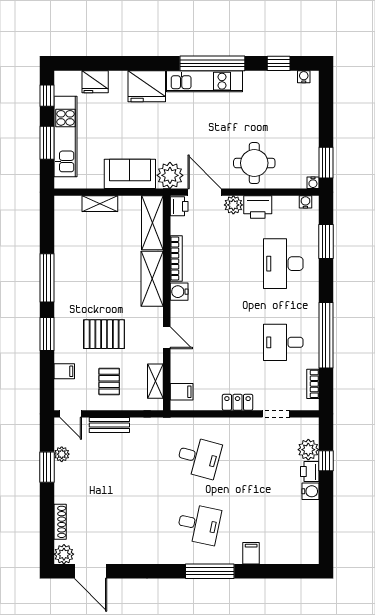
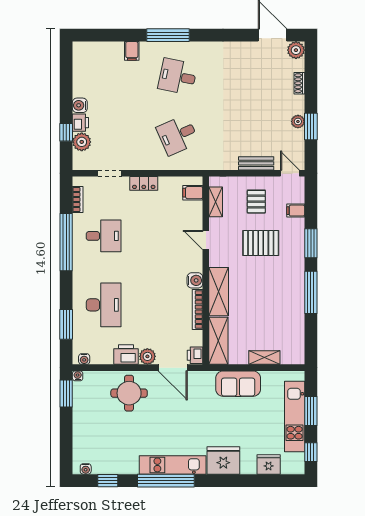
plant: (170, 175) -> (203, 382), removed
plant: (62, 454) -> (298, 122), moved
desk: (199, 457) -> (178, 135), turned -39
shoe rack: (60, 522) -> (299, 83), width x0.70

